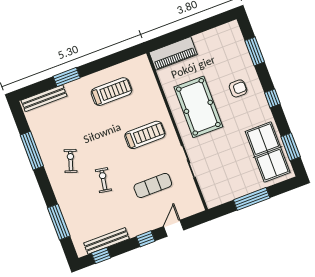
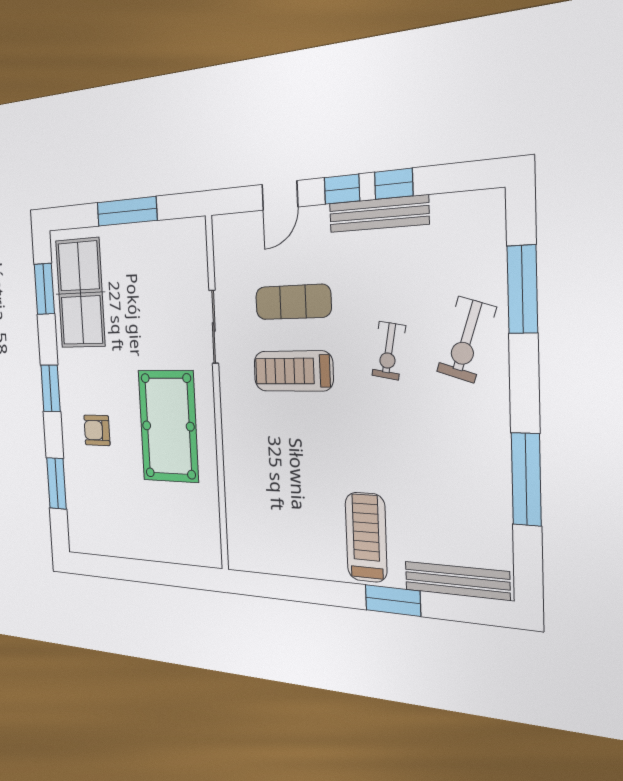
piano: (173, 53) -> (182, 545), removed
treadmill: (111, 92) -> (366, 537), moved, turned 90
window: (272, 98) -> (51, 388), width x1.50
treadmill: (145, 135) -> (293, 371), moved
exercise bike: (71, 161) -> (466, 340), moved, width x1.38, depth x1.39
bench: (107, 241) -> (378, 214), moved
window: (101, 255) -> (394, 184), moved

